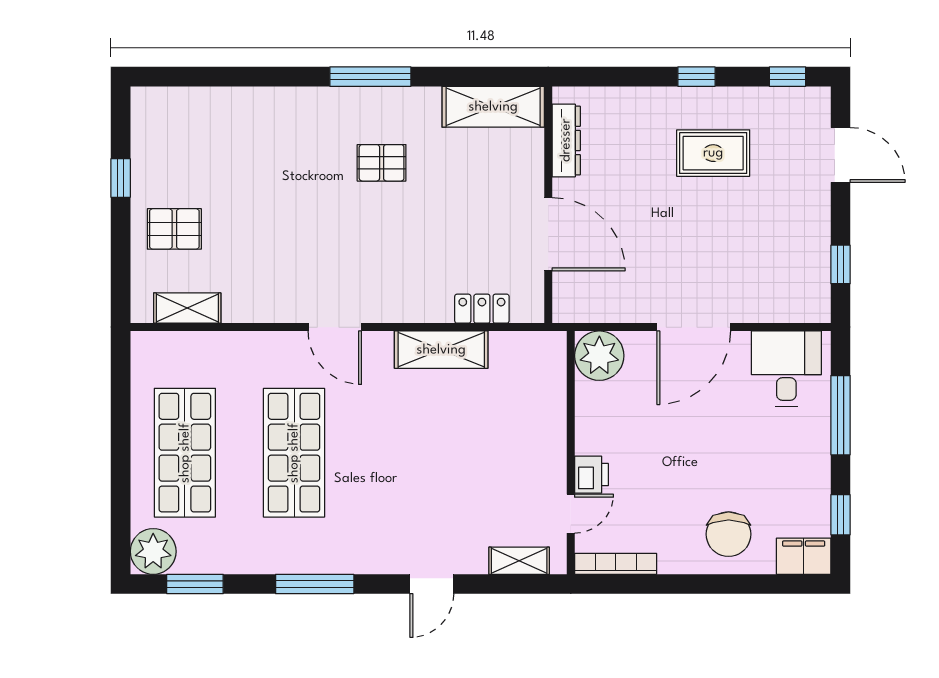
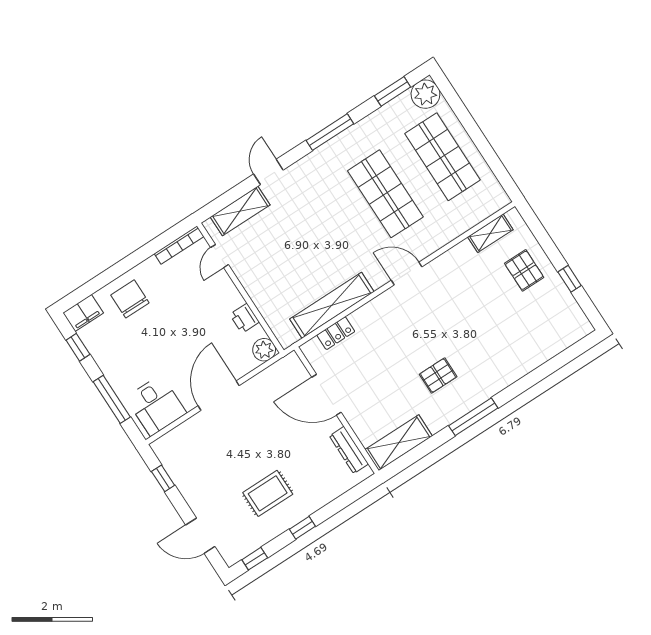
pallet: (174, 229) -> (524, 270), turned 90
shelving: (441, 350) -> (332, 305), width x1.47
plant: (599, 356) -> (264, 350), width x0.73, depth x0.73
printer: (591, 475) -> (245, 318), moved
shelving: (519, 561) -> (240, 211), width x1.50, depth x1.33

